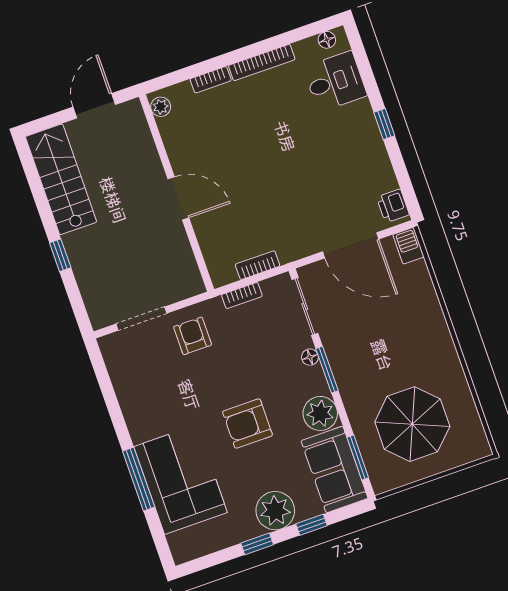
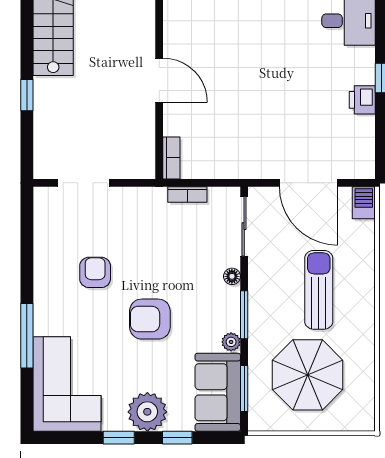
printer: (393, 206) -> (362, 100), moved
bookcase: (258, 265) -> (171, 158), moved, turned 90
armchair: (193, 336) -> (95, 272), moved
sun lounger: (395, 341) -> (319, 290), added
window: (327, 370) -> (244, 315), moved
plant: (320, 413) -> (231, 342), width x0.53, depth x0.53
corner sofa: (181, 480) -> (67, 384), moved

